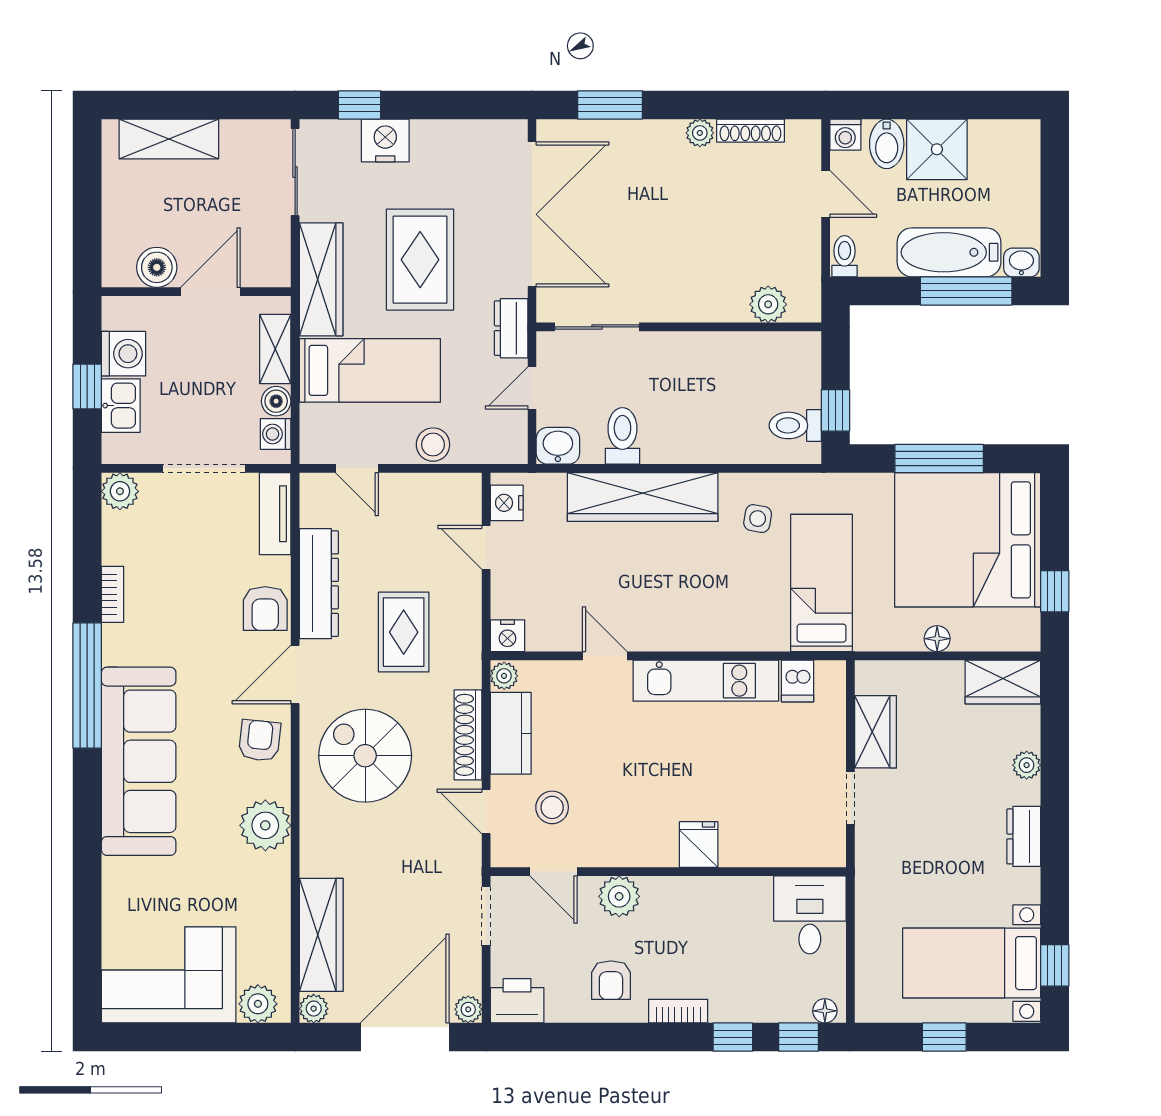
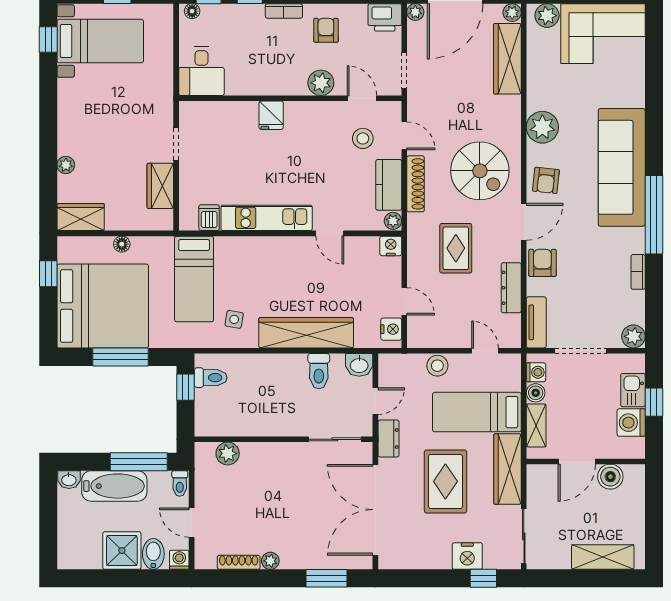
window: (966, 291) -> (139, 462), moved
dresser: (319, 584) -> (511, 288), width x0.73, depth x0.80
dresser: (1024, 836) -> (68, 120), removed

